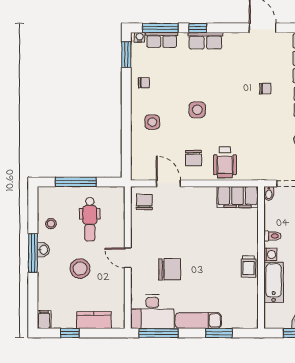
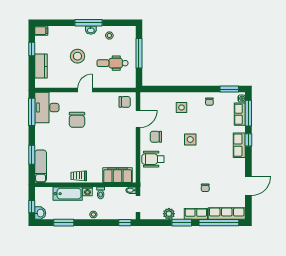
filing cabinet: (238, 197) -> (118, 175), moved, turned 90
exam couch: (198, 320) -> (41, 166), moved

